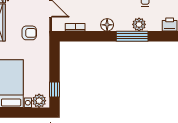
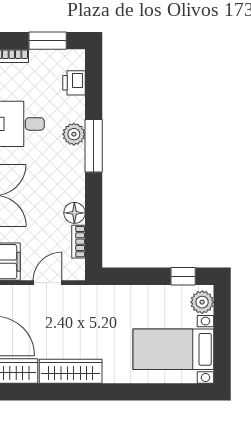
floor lamp: (107, 25) -> (74, 213), moved
armchair: (29, 33) -> (88, 319), removed

